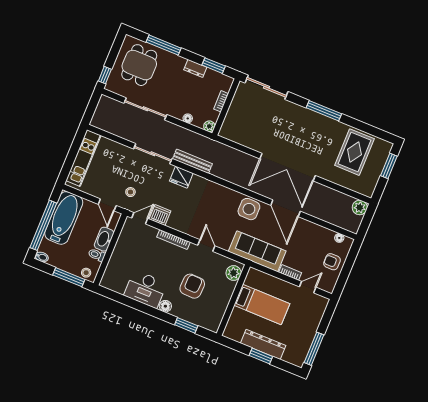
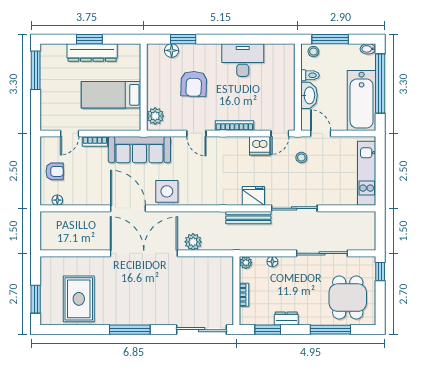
plant: (360, 207) -> (193, 242), moved
floor lamp: (165, 306) -> (172, 50), moved

